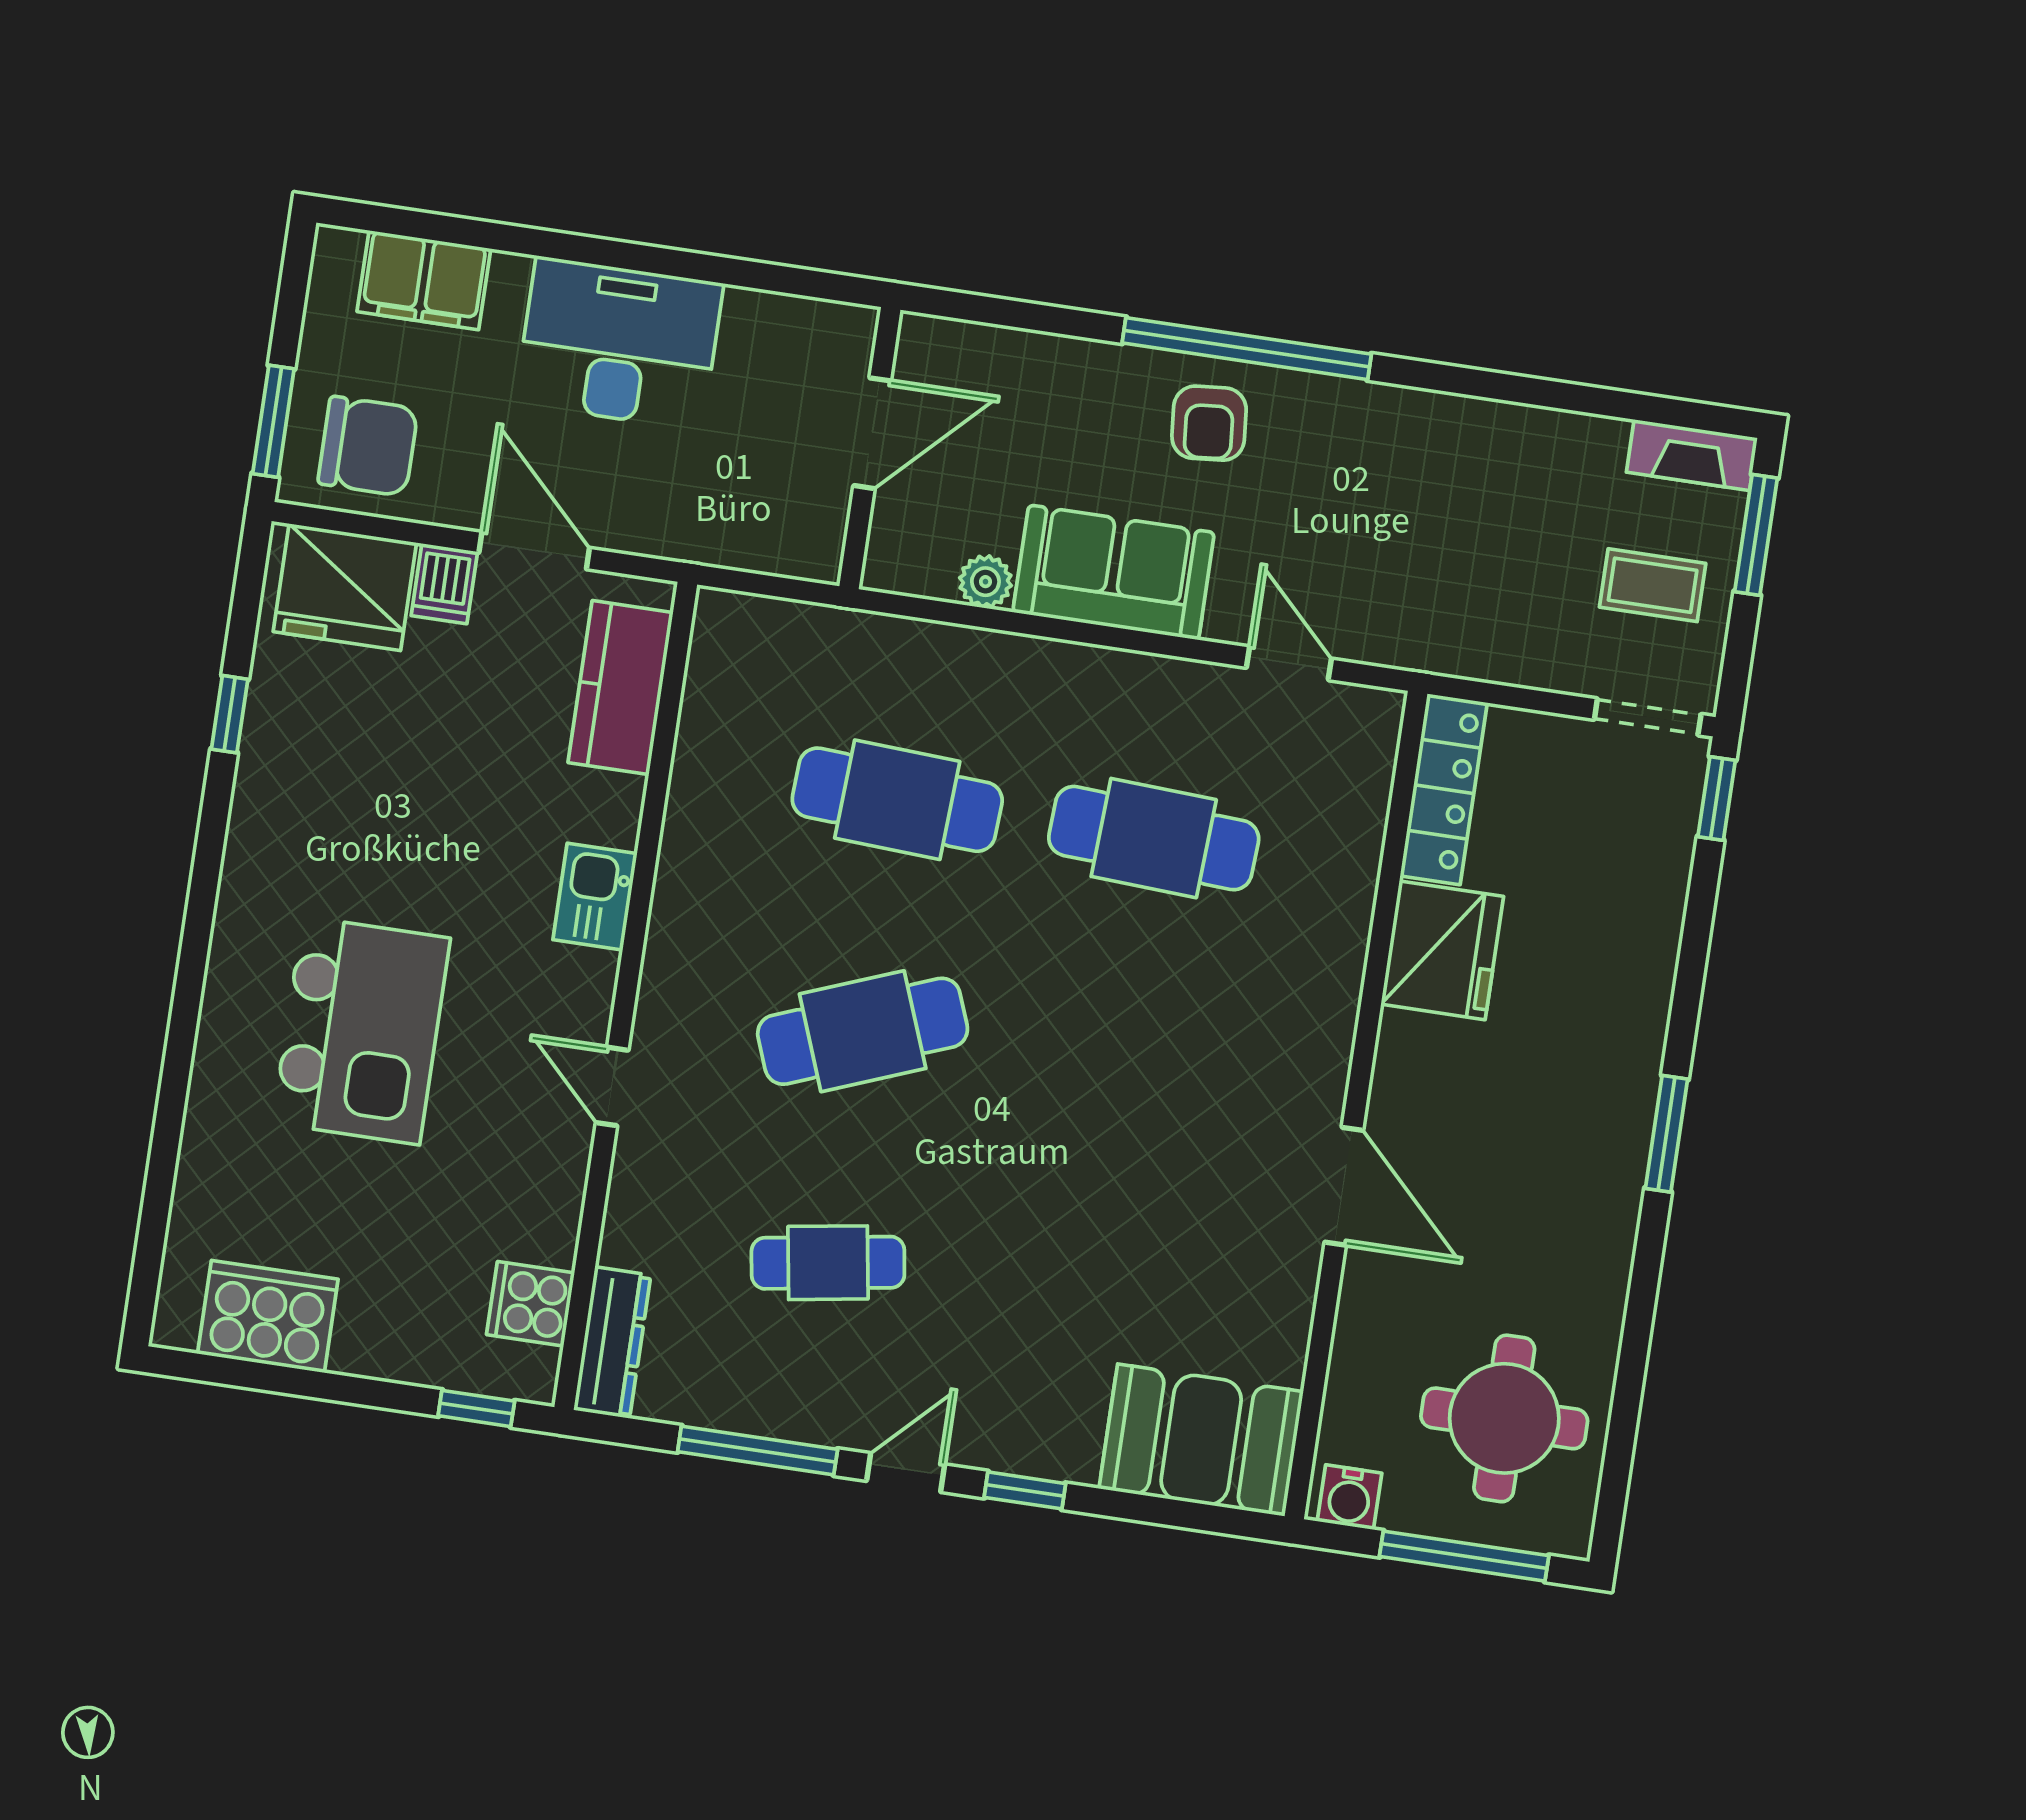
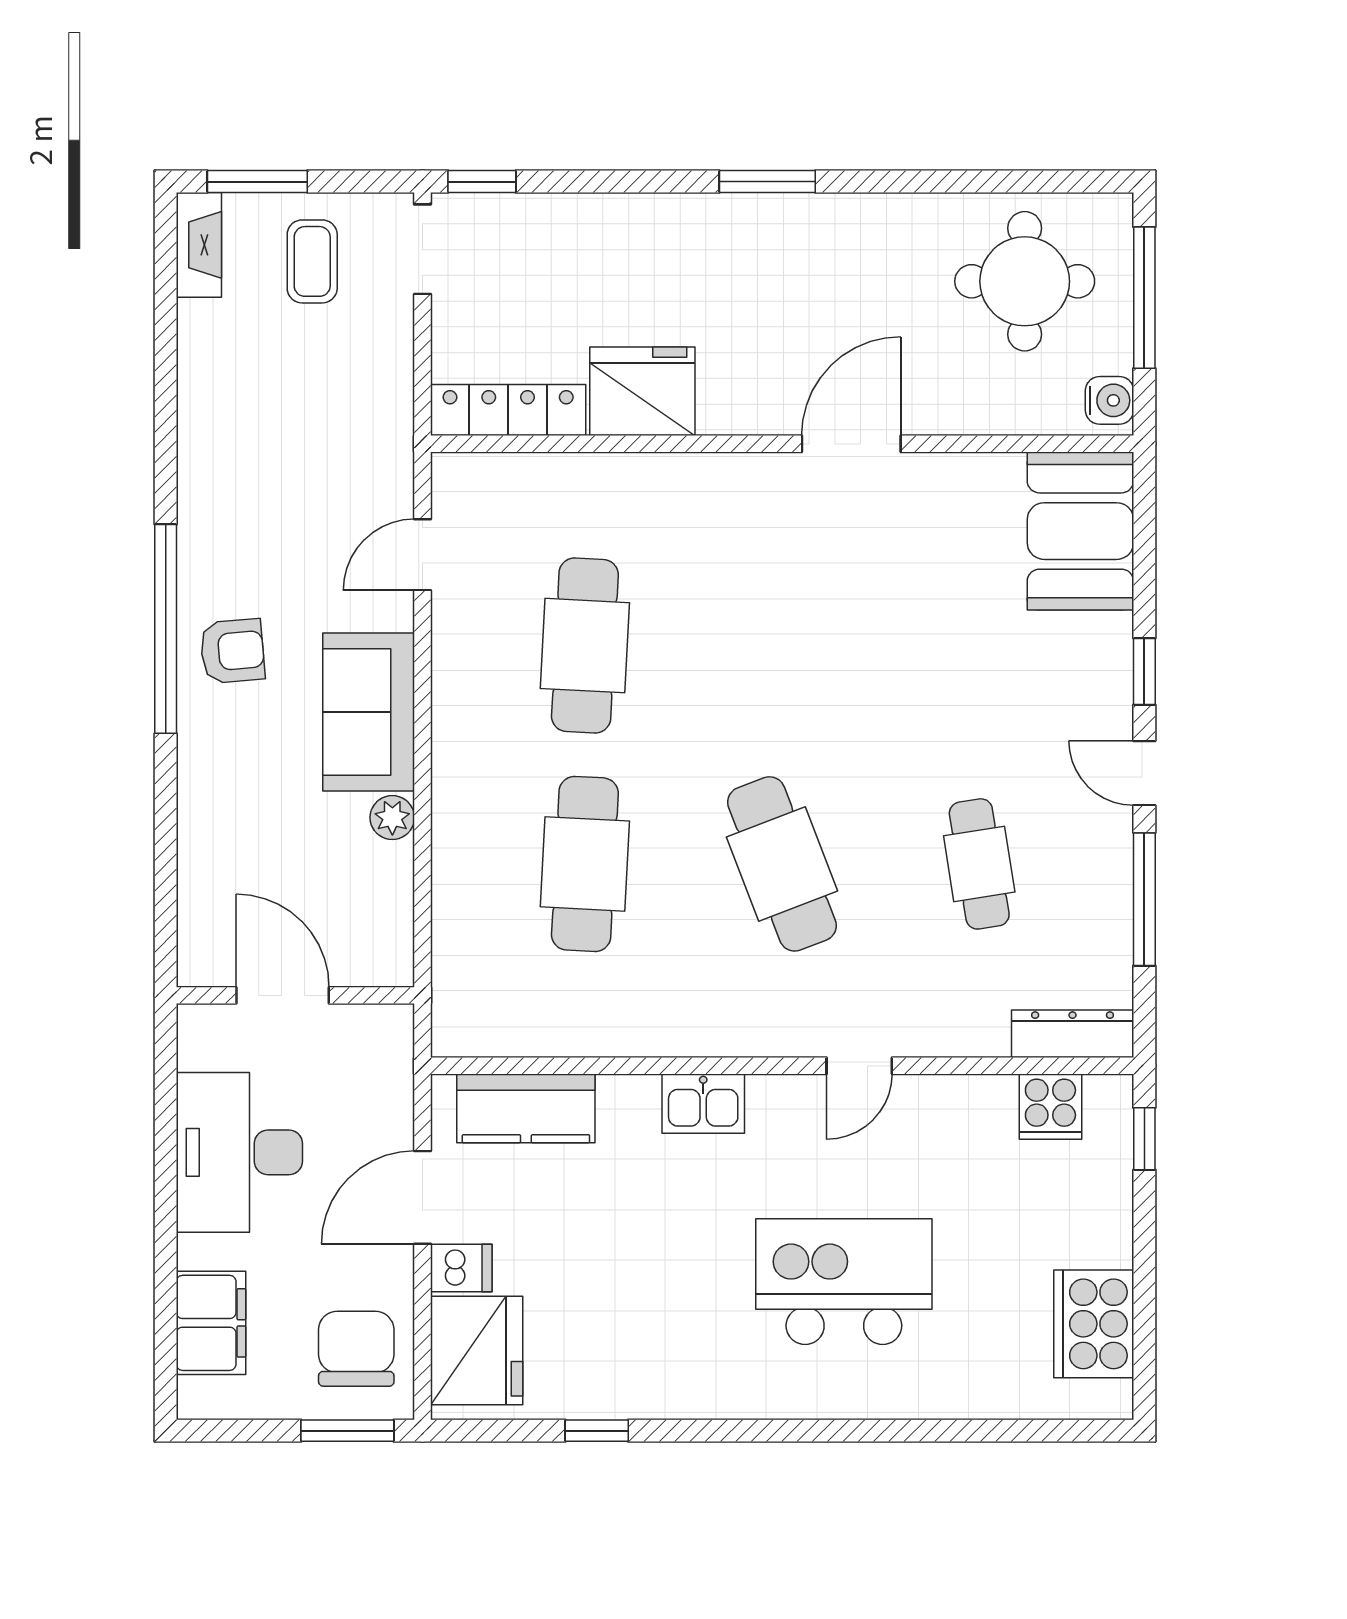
door: (872, 433) -> (283, 995), moved
wall: (870, 448) -> (295, 995), moved

